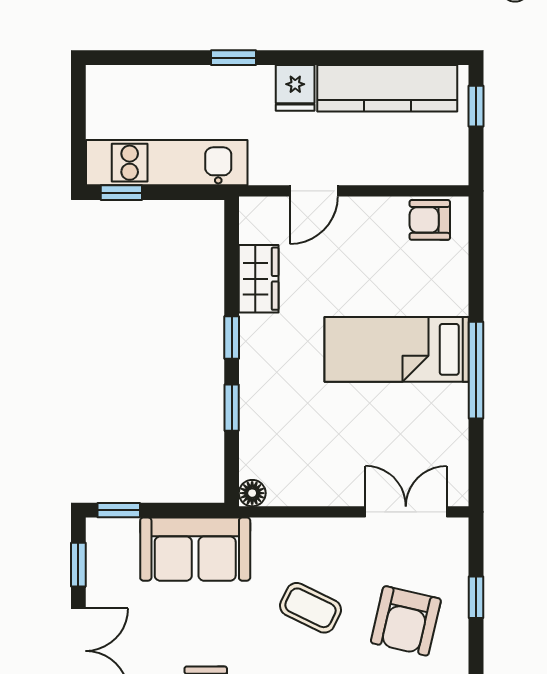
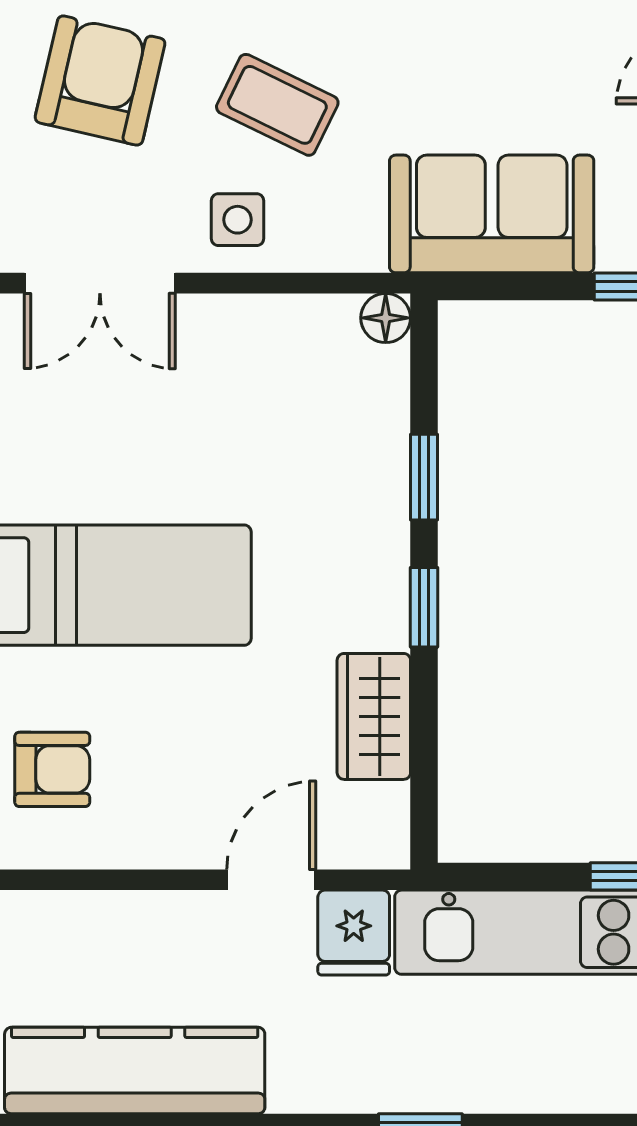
fridge: (295, 88) -> (354, 933), moved, turned 180
armchair: (430, 220) -> (52, 769), moved
side table: (332, 546) -> (238, 220), added

